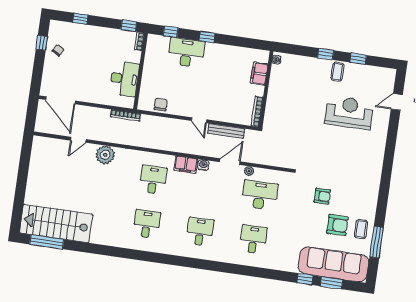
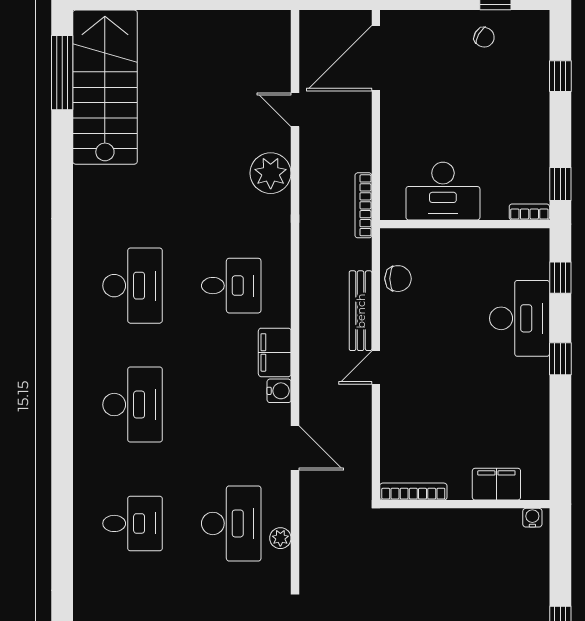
bench: (226, 131) -> (361, 311), moved
plant: (249, 171) -> (280, 538), moved
desk: (147, 224) -> (133, 286), width x1.37
desk: (200, 232) -> (133, 405), width x1.37

